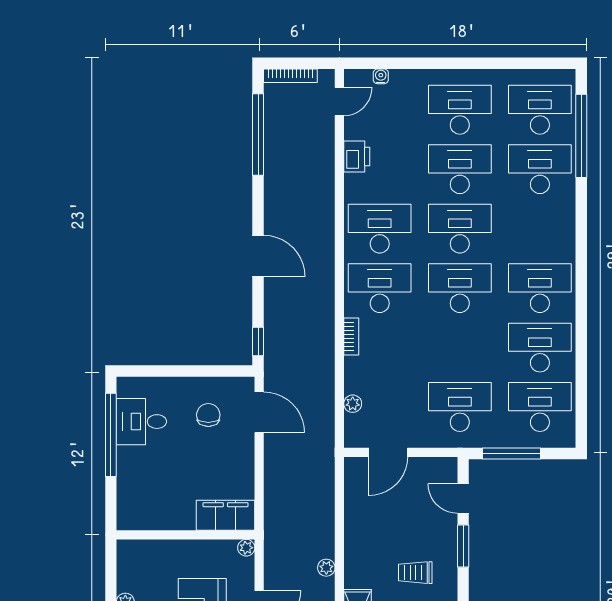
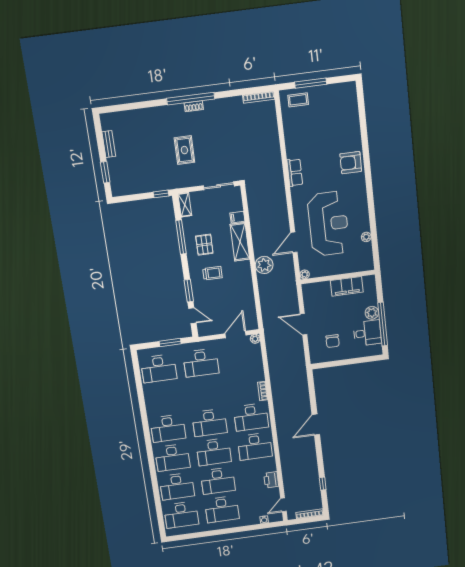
window: (258, 134) -> (323, 484), width x0.32
window: (581, 136) -> (158, 505), removed
door: (258, 256) -> (316, 425), hinge flipped
window: (258, 341) -> (311, 382), removed
desk: (540, 348) -> (172, 458), moved
plant: (353, 404) -> (255, 339), moved
door: (259, 412) -> (303, 324), moved
window: (511, 453) -> (170, 343), width x0.69
plant: (129, 459) -> (372, 313), added
filing cabinet: (225, 515) -> (347, 286), moved
plant: (326, 568) -> (264, 265), width x1.88, depth x1.88

